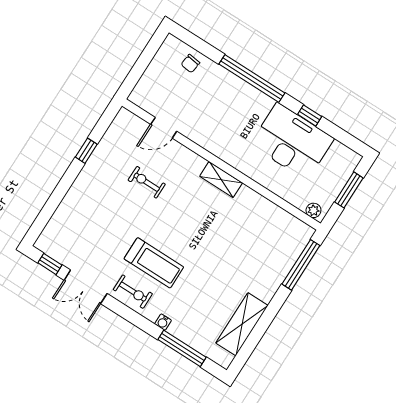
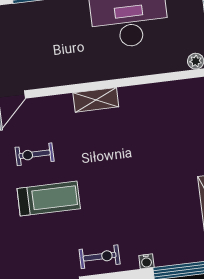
treadmill: (154, 263) -> (49, 199), moved

